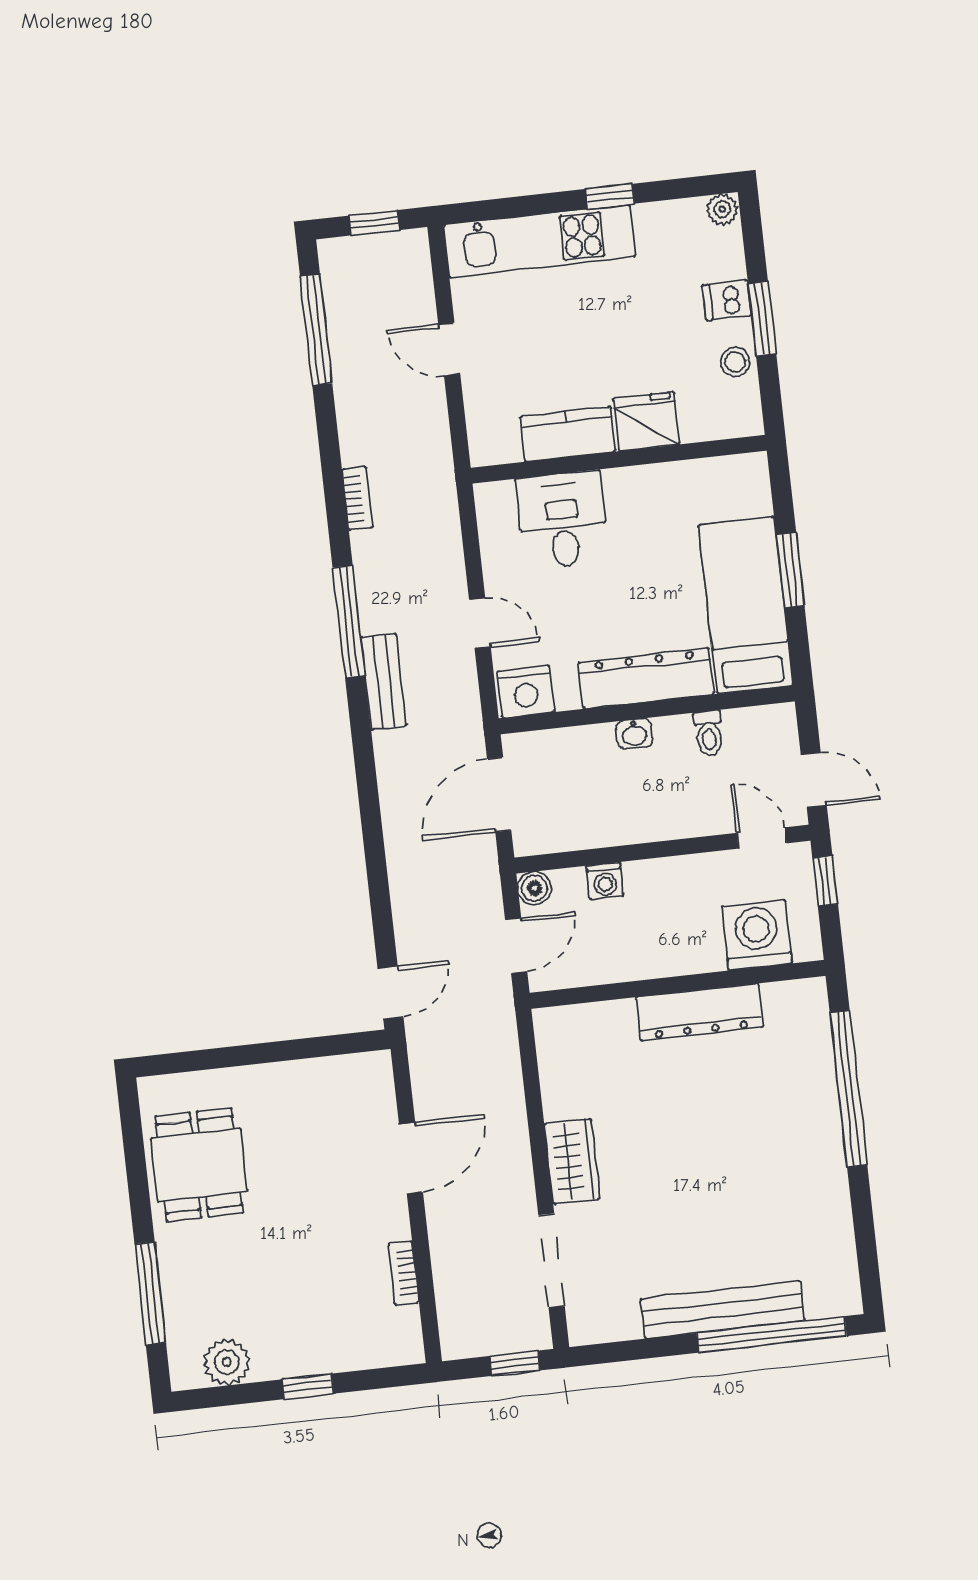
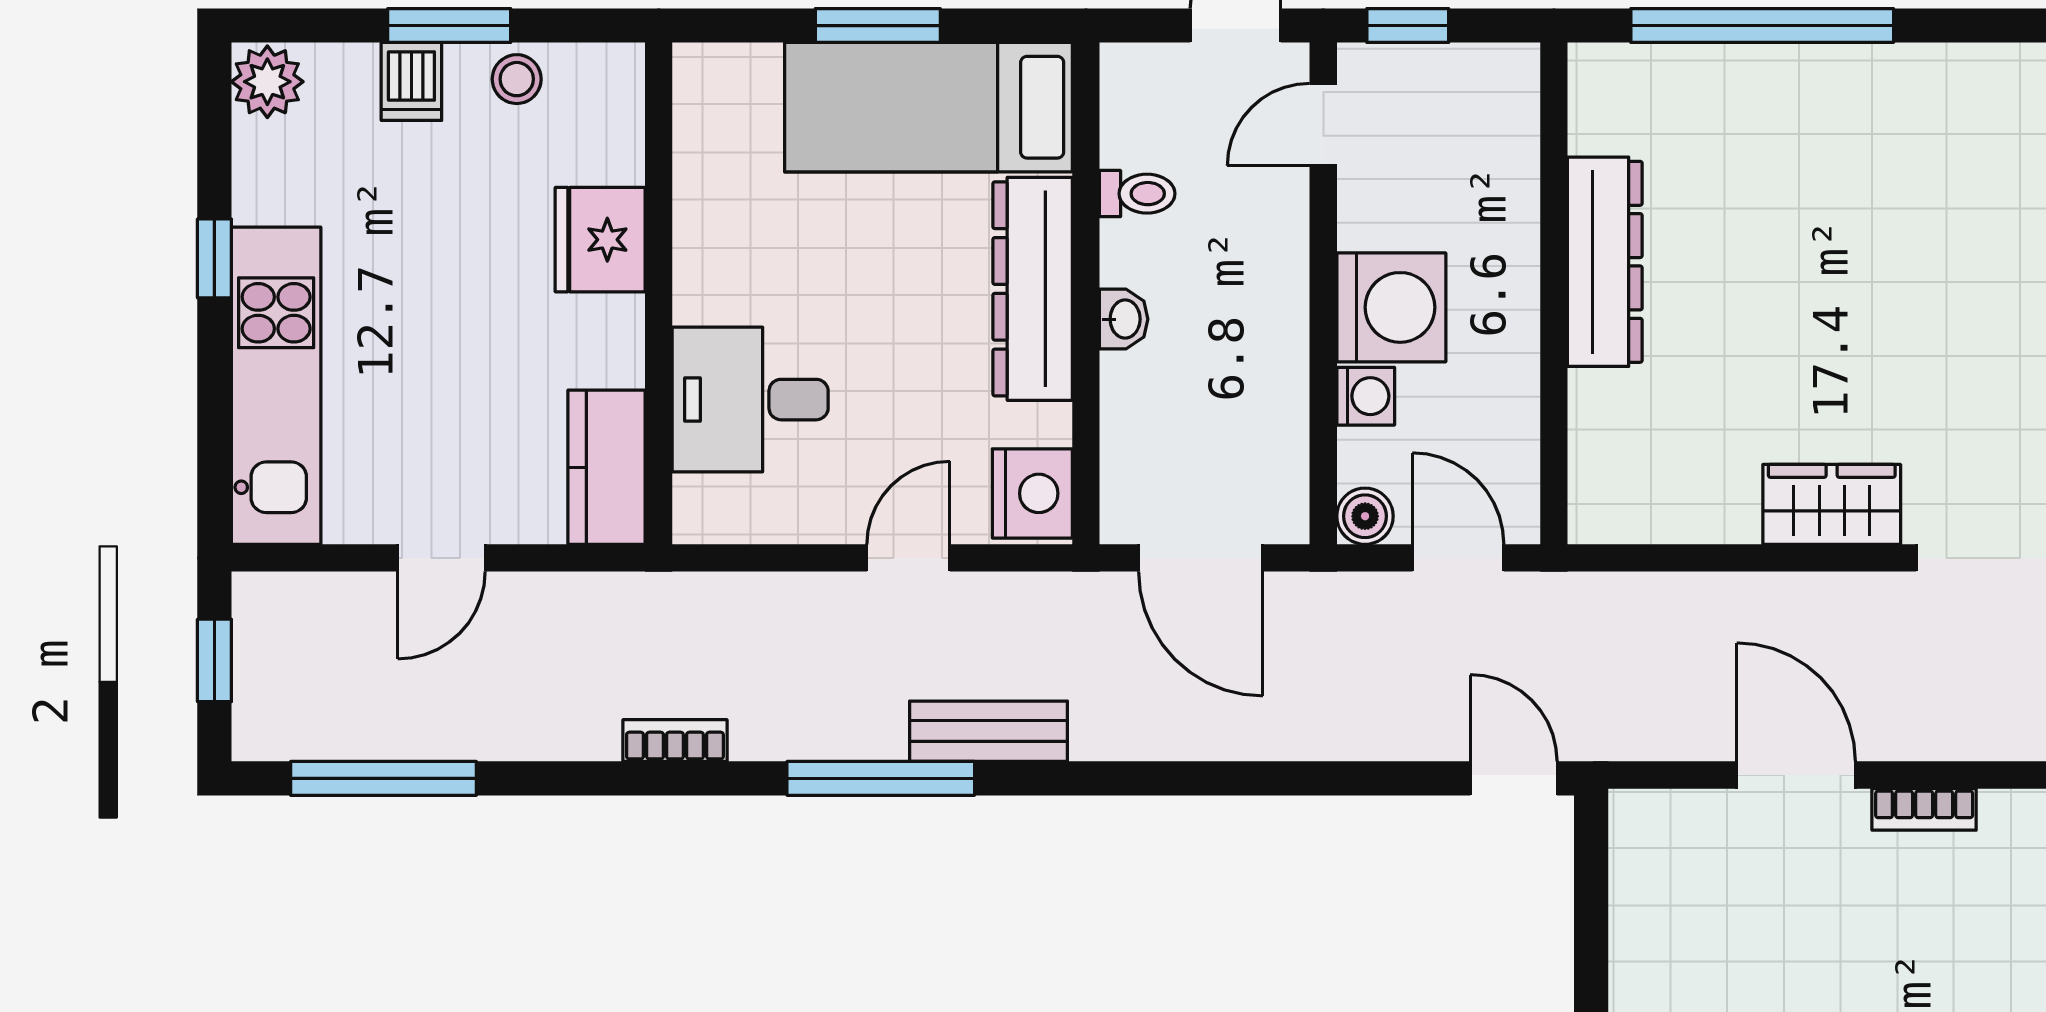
plant: (722, 209) -> (267, 82), width x1.38, depth x1.38
kitchen counter: (568, 434) -> (607, 467), moved
washing machine: (757, 935) -> (1391, 307), moved, turned 180
bookcase: (403, 1273) -> (1924, 809), moved

